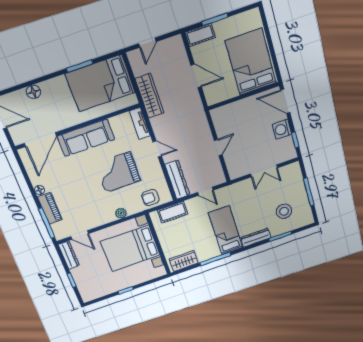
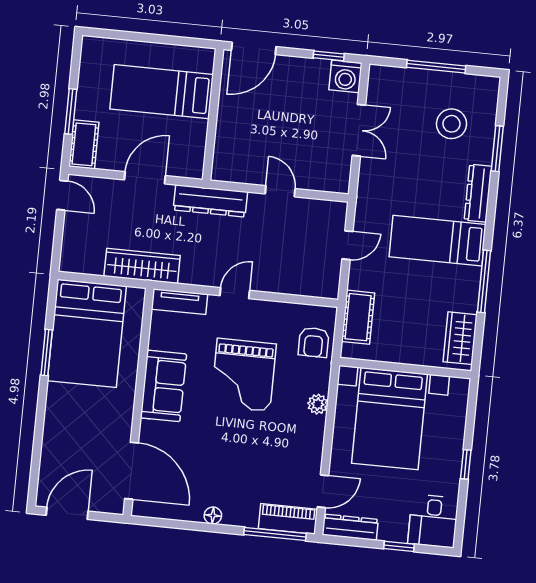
door: (147, 43) -> (62, 195), moved
bed: (251, 62) -> (162, 92), width x0.67
floor lamp: (33, 92) -> (53, 442), removed
washing machine: (282, 129) -> (345, 76), moved
sofa: (86, 138) -> (163, 386), width x0.73
dresser: (177, 180) -> (210, 201), moved, turned 180
piano: (50, 208) -> (288, 519), moved
desk: (92, 289) -> (433, 521), added

